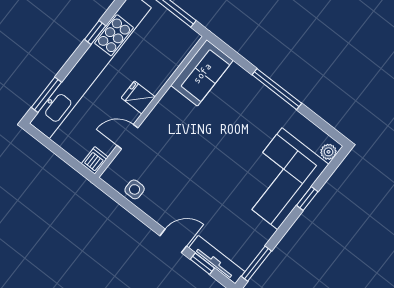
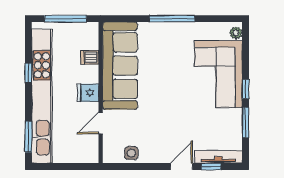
sofa: (202, 73) -> (120, 66), width x1.85, depth x1.27
dishwasher: (95, 160) -> (90, 57), moved, turned -90
window: (307, 198) -> (246, 89), moved
window: (256, 264) -> (246, 122), moved

